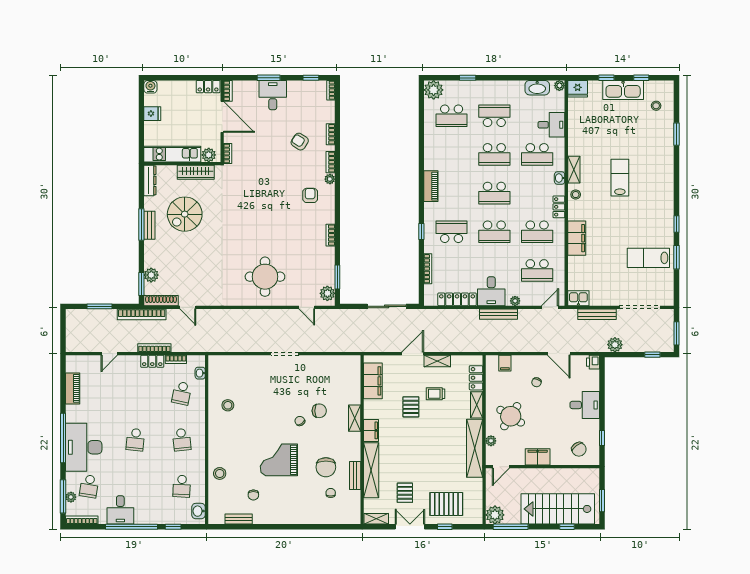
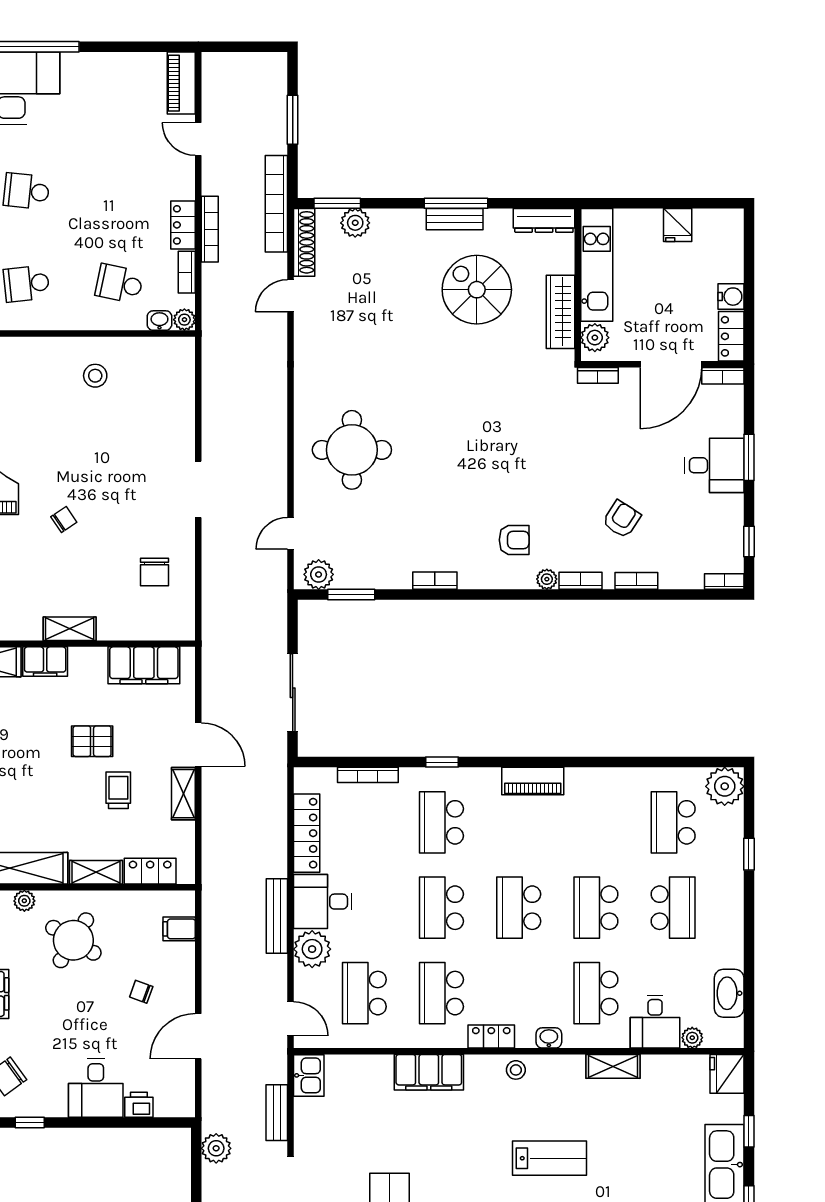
plant: (559, 86) -> (692, 1038), moved
water cooler: (150, 87) -> (731, 297), moved
shelving: (574, 170) -> (613, 1066), moved
school desk: (452, 232) -> (442, 822), turned 180
plant: (515, 301) -> (312, 949), width x1.87, depth x1.87
bench: (597, 314) -> (277, 1113), width x0.73
plant: (200, 361) -> (184, 320), added
printer: (593, 362) -> (139, 1105), moved
piano: (73, 388) -> (181, 83), moved, turned 90
chair: (319, 411) -> (155, 572), moved

